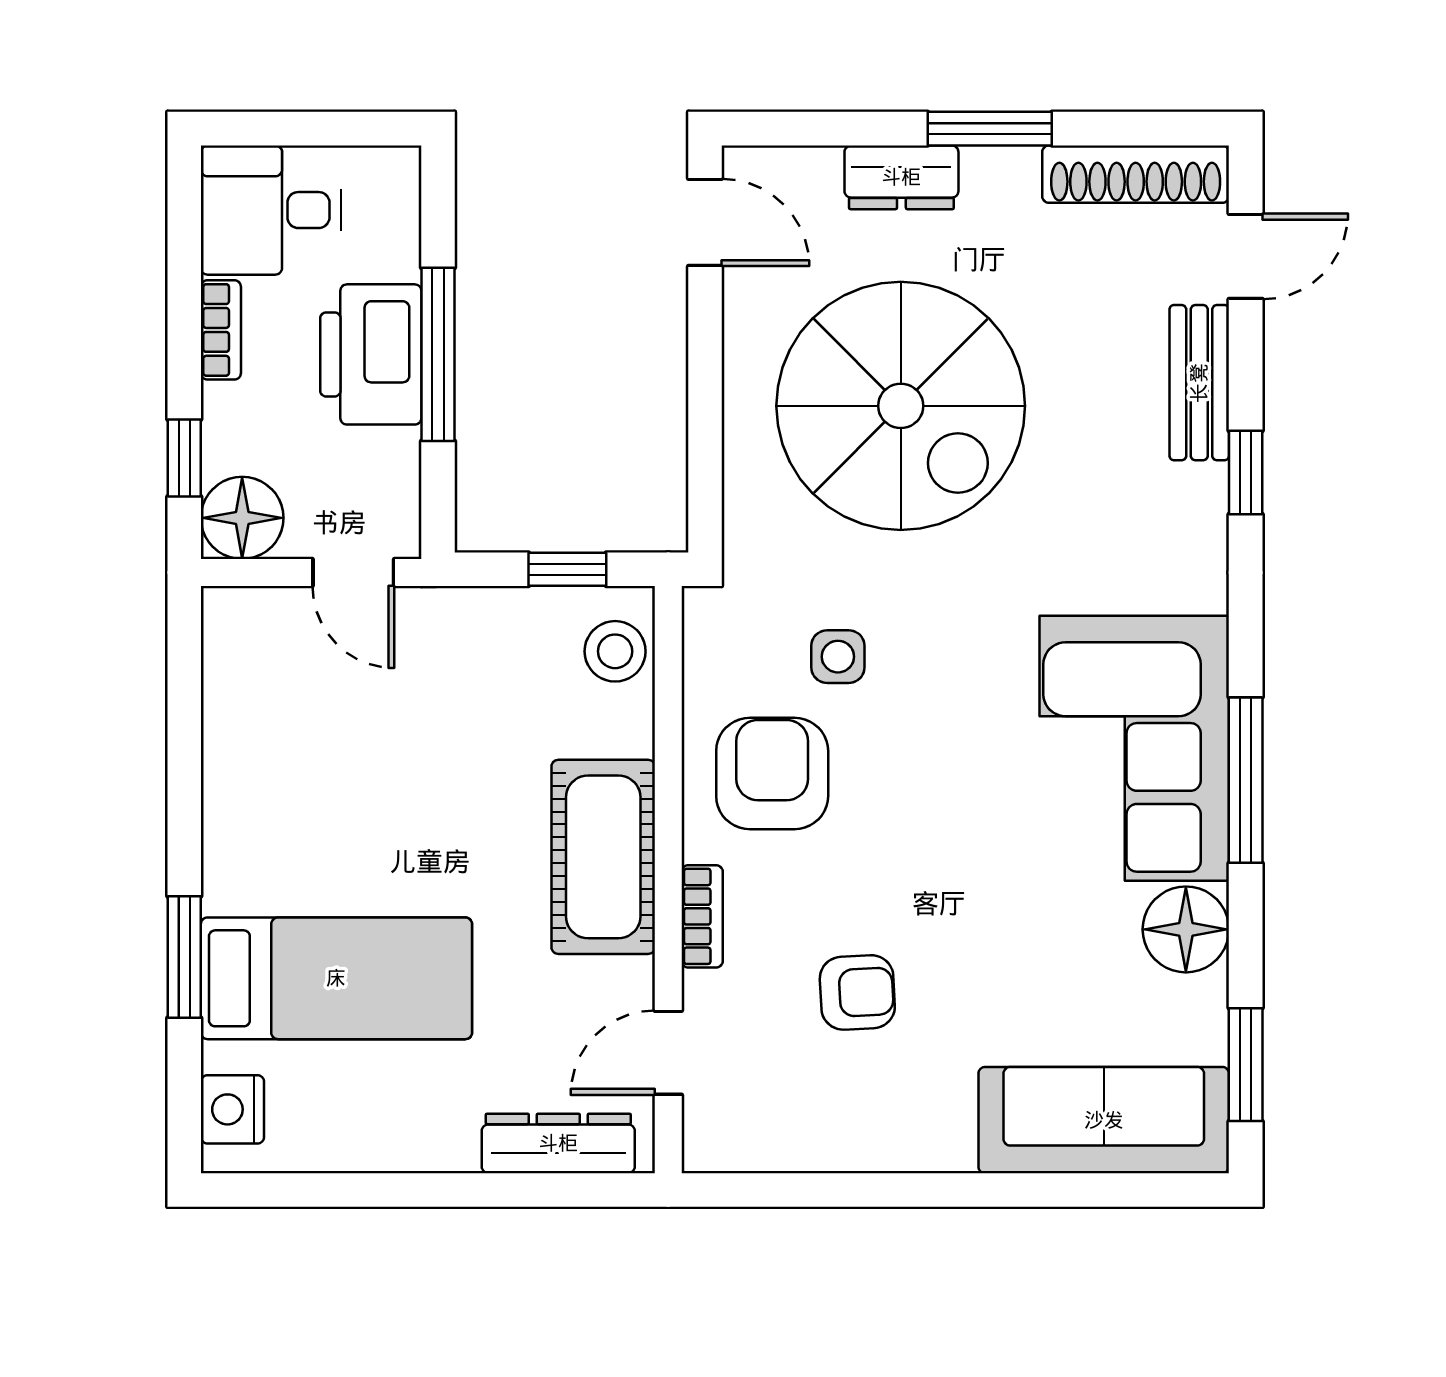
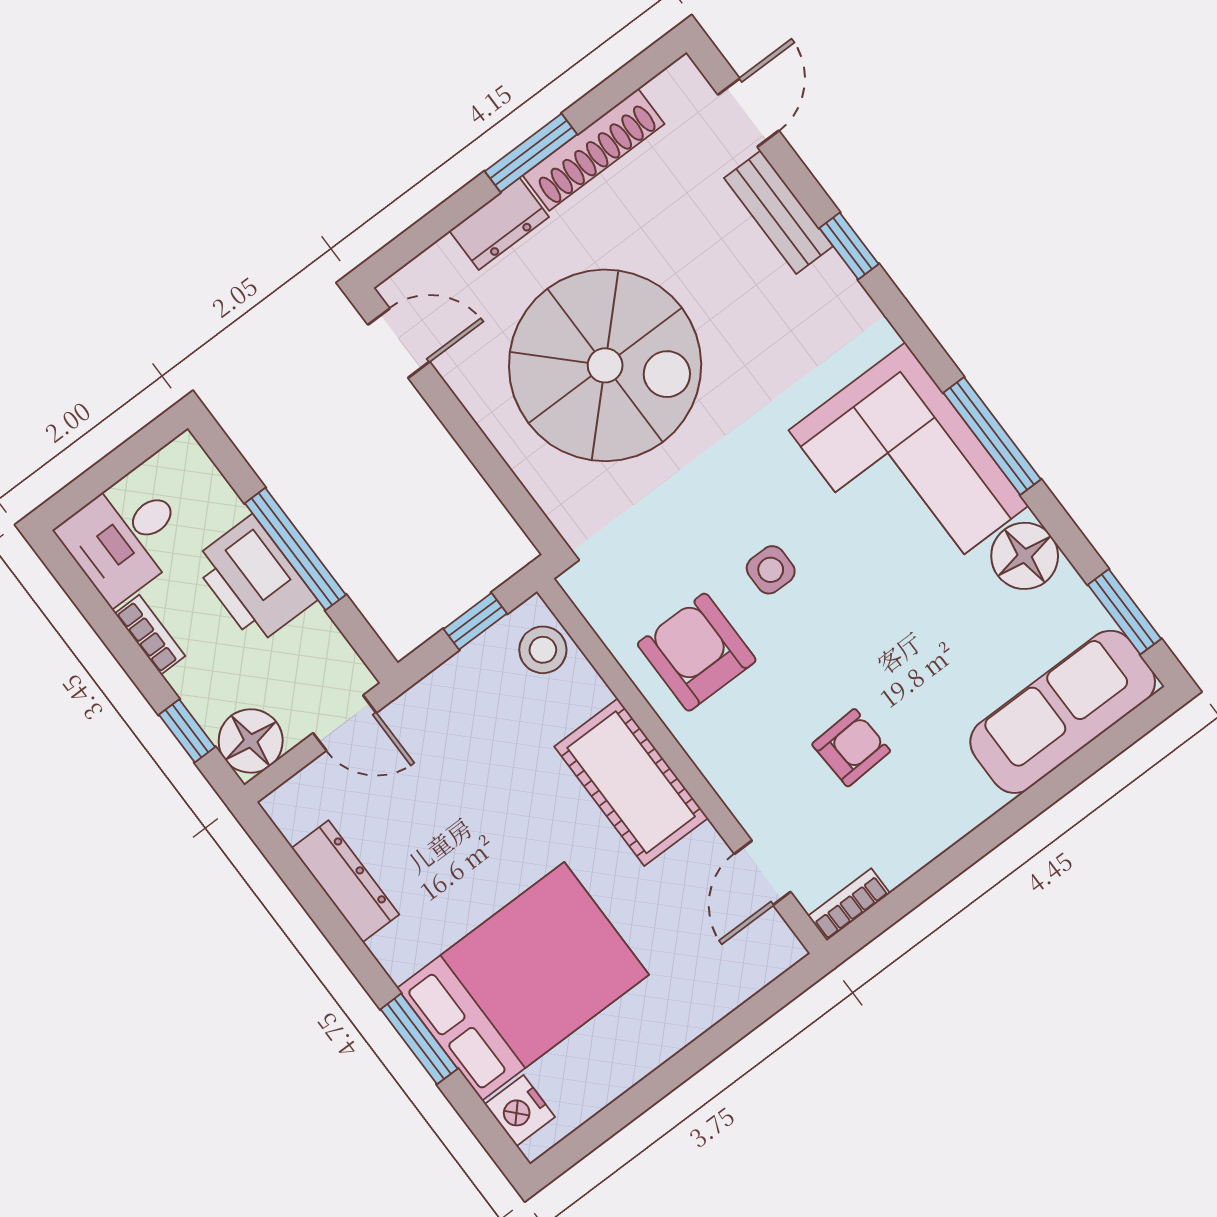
shoe rack: (1136, 174) -> (594, 150), moved
side table: (838, 657) -> (771, 570), moved
bookcase: (702, 916) -> (849, 905), moved, turned -90
bed: (336, 978) -> (523, 981), width x1.50
dresser: (558, 1143) -> (345, 881), moved, turned 90

